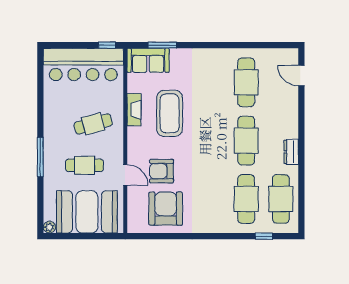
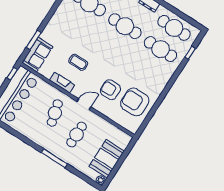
coffee table: (170, 113) -> (78, 62), width x0.54, depth x0.58
armchair: (162, 171) -> (110, 90), turned 90
door: (125, 175) -> (84, 104), moved
booth: (87, 212) -> (107, 159), width x0.73, depth x0.70

